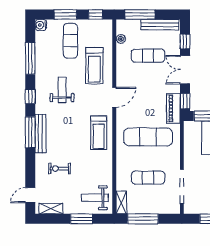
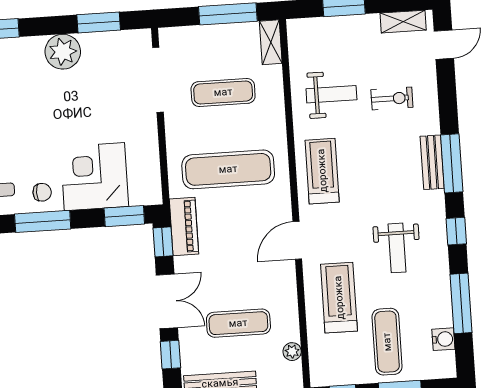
water cooler: (41, 25) -> (443, 339), moved
bench: (40, 134) -> (432, 162), width x0.73
weight bench: (95, 198) -> (331, 94), moved

